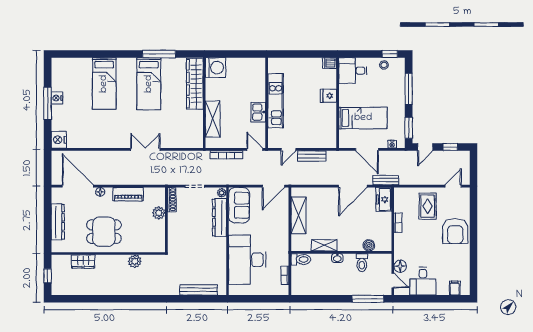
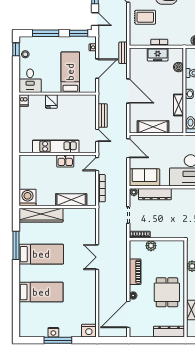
door: (353, 186) -> (128, 91), moved
freezer: (384, 199) -> (158, 54), moved
dresser: (58, 222) -> (169, 332), moved

